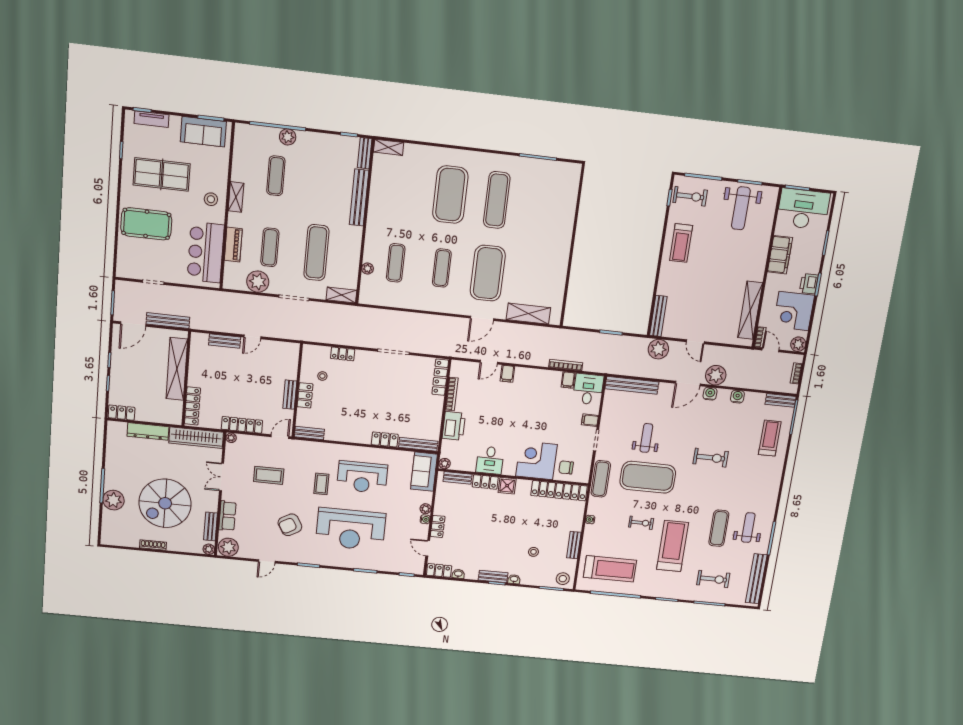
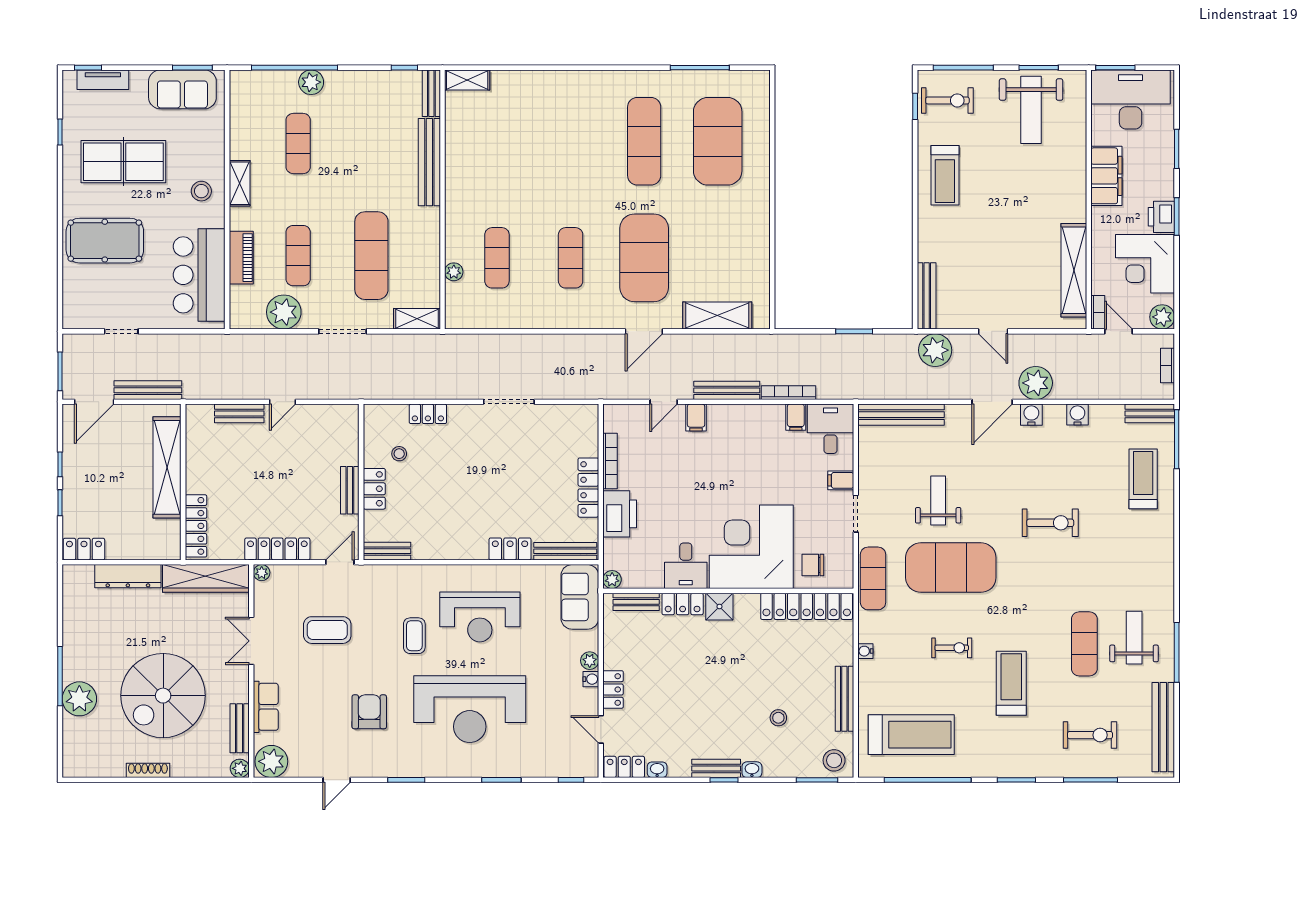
exercise mat: (450, 195) -> (718, 141), moved
bench: (528, 360) -> (727, 390), added
locker: (440, 377) -> (588, 488), moved
corner desk: (537, 460) -> (751, 547), width x1.36, depth x1.36
armchair: (290, 525) -> (369, 712), turned 120
bench: (574, 545) -> (844, 699), width x1.36
treadmill: (673, 546) -> (1011, 683), width x0.73, depth x0.73

